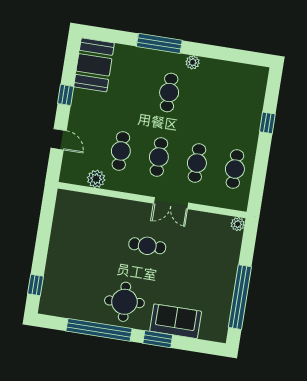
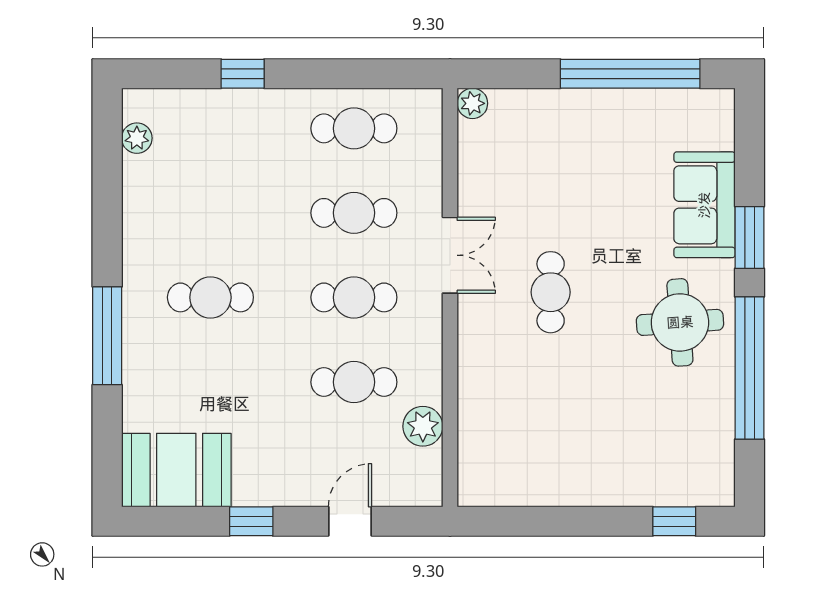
plant: (193, 62) -> (137, 138), moved

